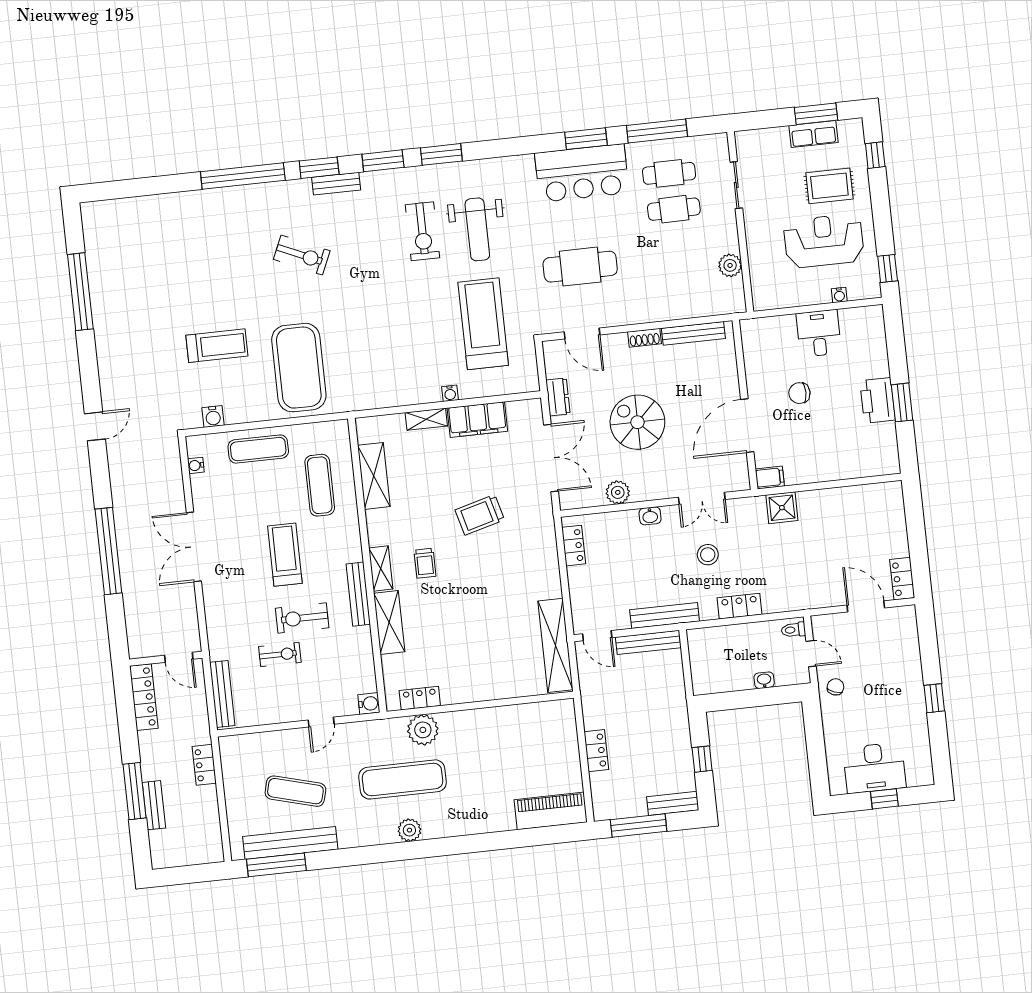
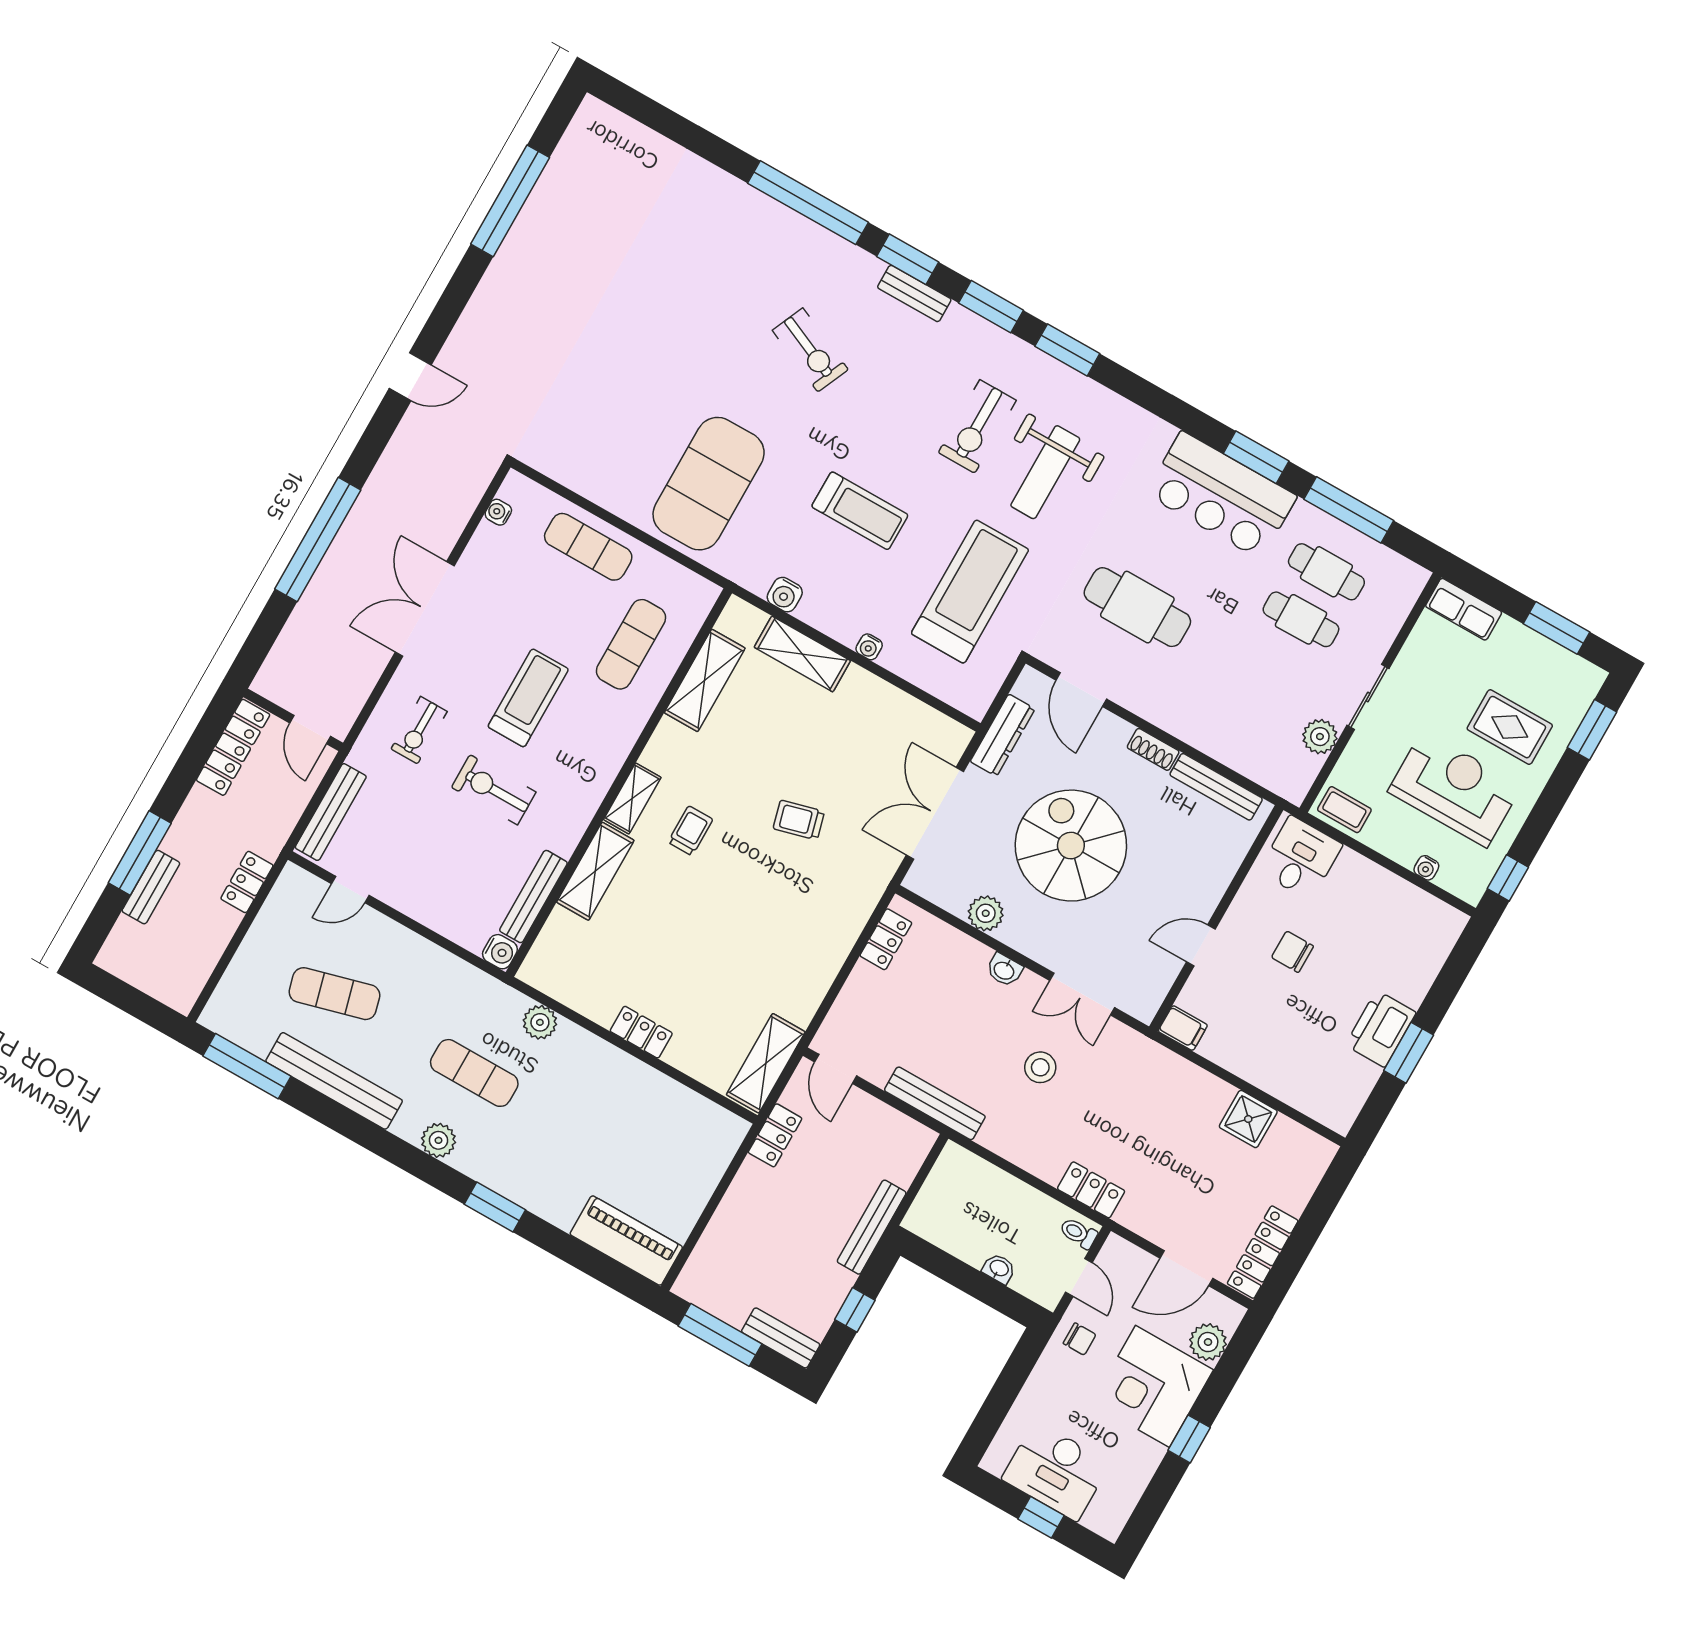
row of seats: (813, 134) -> (1464, 609), moved
window: (875, 155) -> (1592, 730), width x1.50
sliding door: (736, 185) -> (1368, 697), moved
coffee table: (772, 296) -> (1344, 810), added
desk: (819, 333) -> (1301, 858), moved
treadmill: (217, 346) -> (860, 511), moved
dresser: (558, 397) -> (1003, 735), width x1.44
water cooler: (213, 417) -> (785, 595), moved
shelving: (426, 419) -> (802, 654), width x1.50, depth x1.33
filing cabinet: (477, 420) -> (879, 703), removed
spiral stairs: (637, 422) -> (1071, 846), width x1.37, depth x1.37
door: (747, 426) -> (1201, 946), width x0.53
double door: (551, 458) -> (935, 813), swing flipped
shower: (782, 508) -> (1248, 1119), moved
trolley: (480, 515) -> (799, 820), width x0.73, depth x0.72
trolley: (425, 563) -> (690, 831), turned 180
locker: (902, 579) -> (1263, 1252), width x1.53
bench: (358, 594) -> (533, 897), moved
locker: (740, 606) -> (1091, 1190), moved
door: (866, 606) -> (1186, 1268), swing flipped
plant: (906, 638) -> (1208, 1342), added
bench: (648, 642) -> (872, 1227), moved, turned 90
shelving: (555, 645) -> (766, 1063), width x0.68
exercise bike: (280, 654) -> (419, 730), moved, turned 90
corner desk: (894, 684) -> (1152, 1386), added
chair: (835, 687) -> (1080, 1339), turned 69
locker: (420, 698) -> (641, 1032), moved
door: (321, 722) -> (350, 889), moved
plant: (423, 730) -> (540, 1022), width x0.73, depth x0.73
locker: (596, 751) -> (775, 1135), moved
exercise mat: (402, 779) -> (474, 1073), width x0.73, depth x0.69
exercise mat: (295, 791) -> (334, 994), turned -30
bench: (290, 843) -> (334, 1081), moved
window: (466, 844) -> (495, 1207), added

